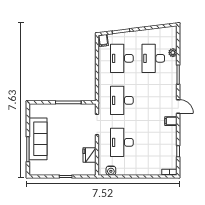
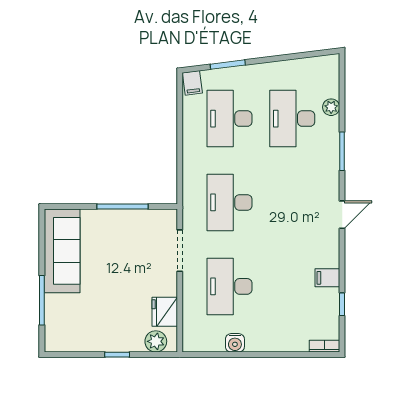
door: (178, 106) -> (342, 215), hinge flipped
filing cabinet: (171, 121) -> (327, 278), moved
sofa: (38, 139) -> (62, 251), moved
plant: (85, 170) -> (156, 341), added
water cooler: (111, 171) -> (235, 343), moved

